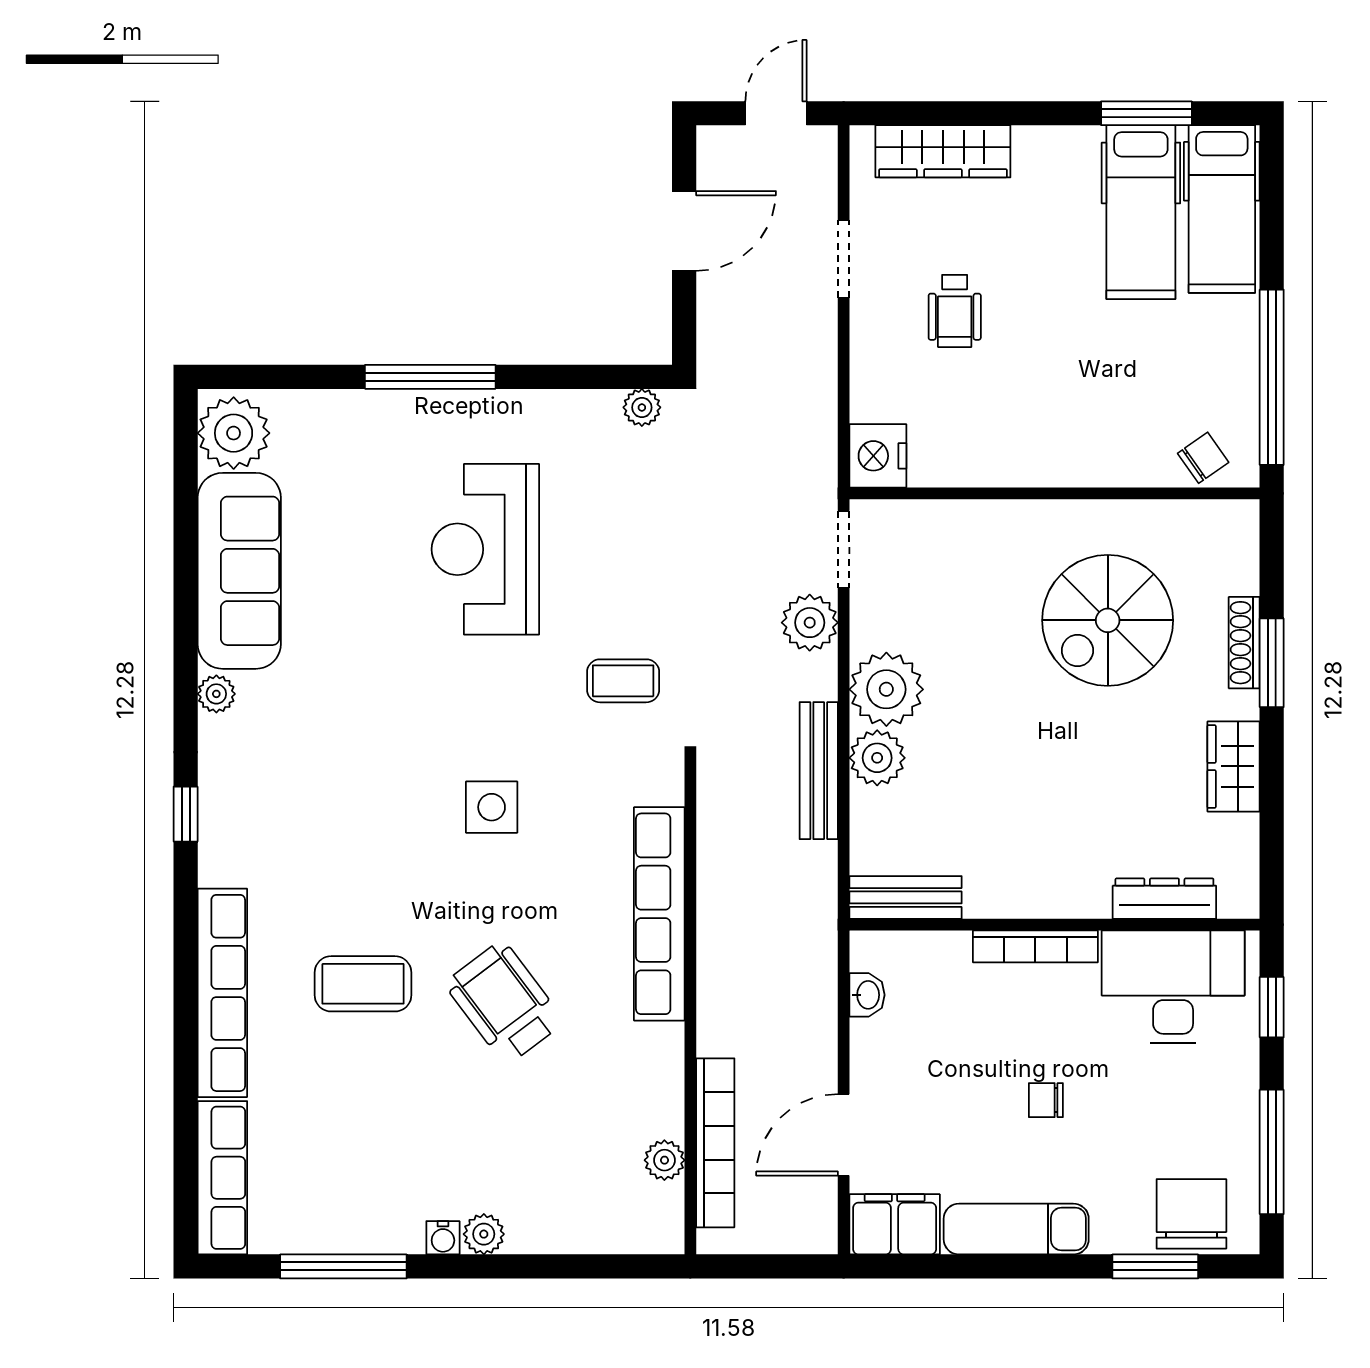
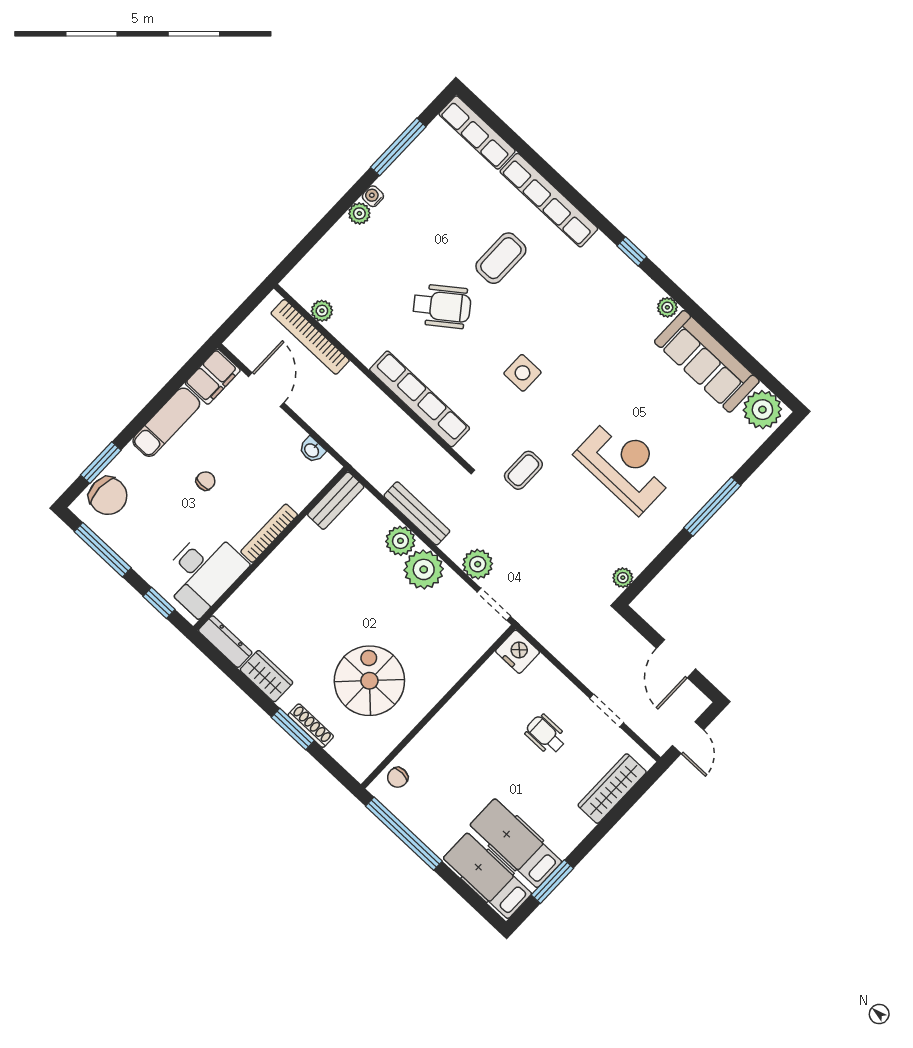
chair: (1203, 458) -> (398, 777), turned 37
dresser: (1164, 899) -> (225, 642), moved, turned -90

